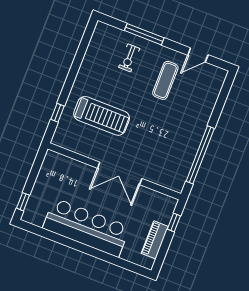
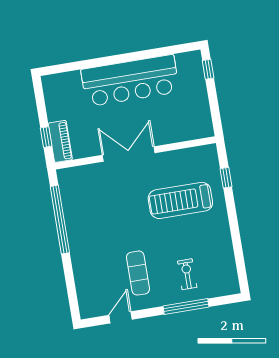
piano: (155, 240) -> (60, 141), moved

